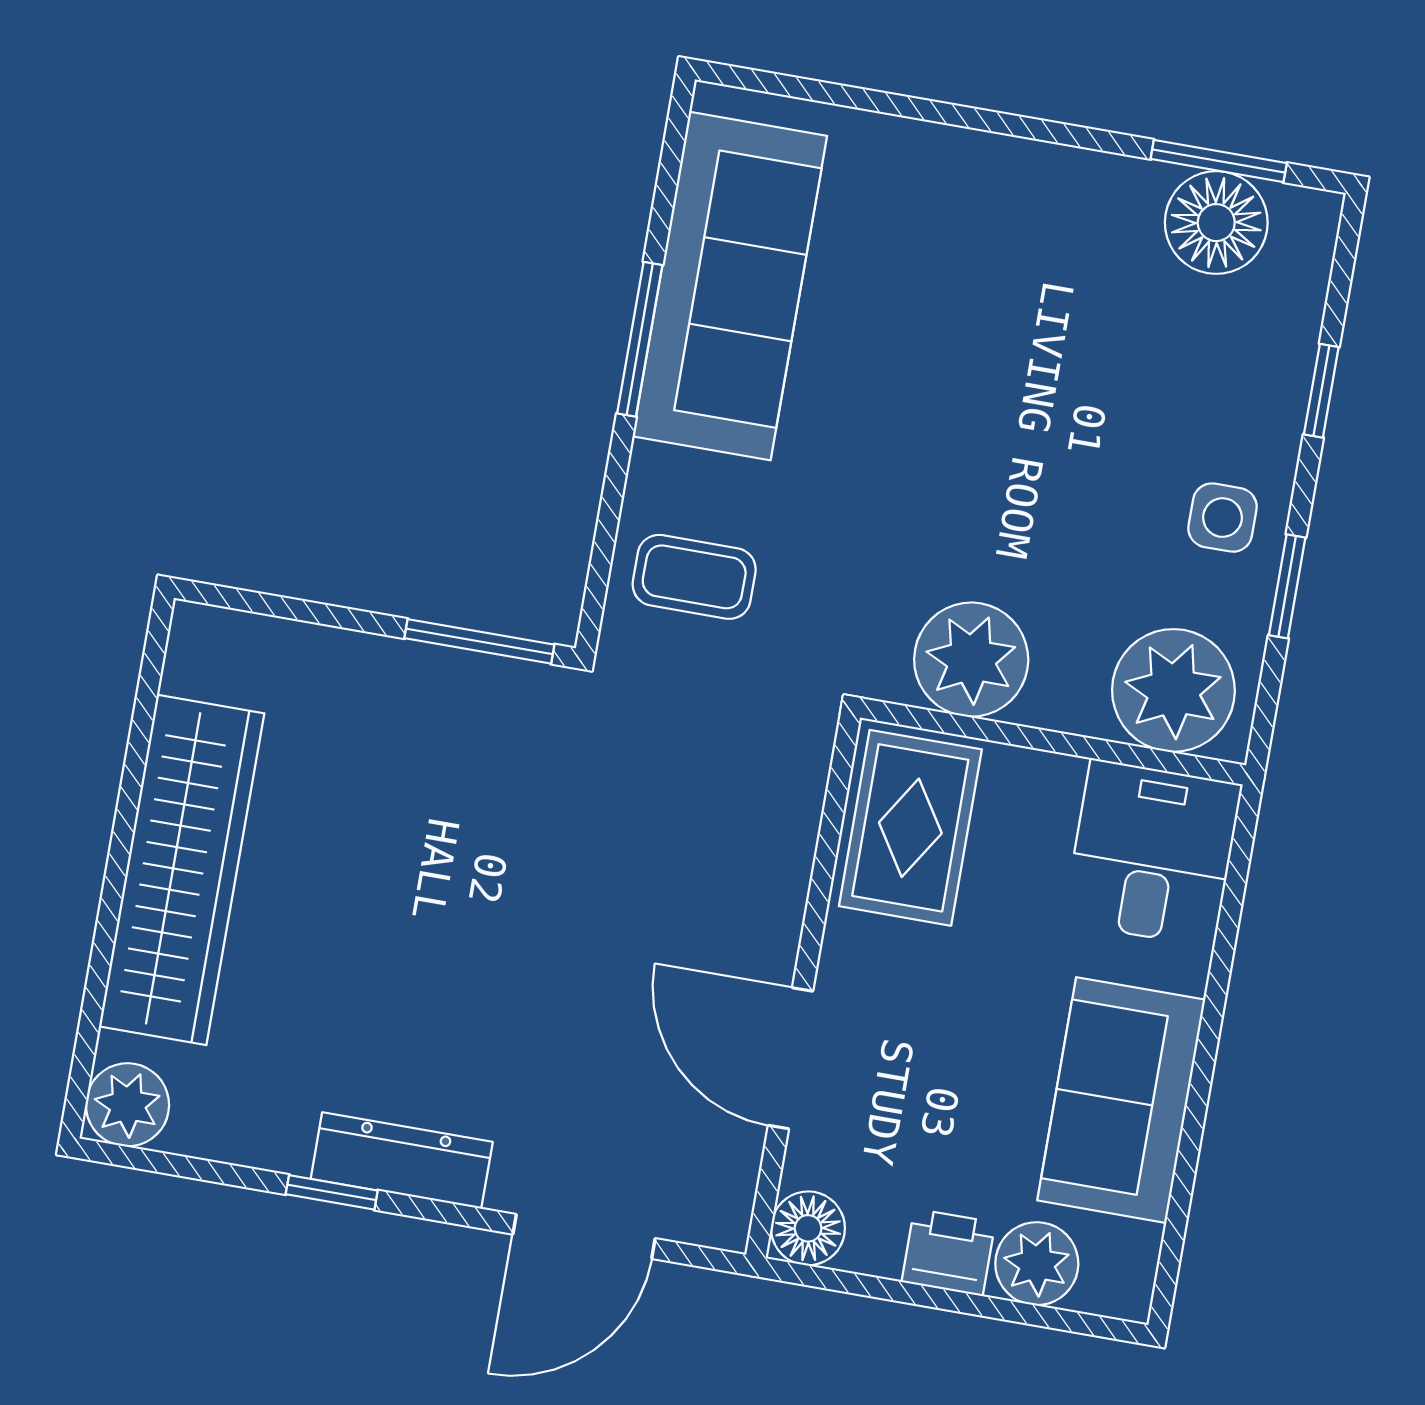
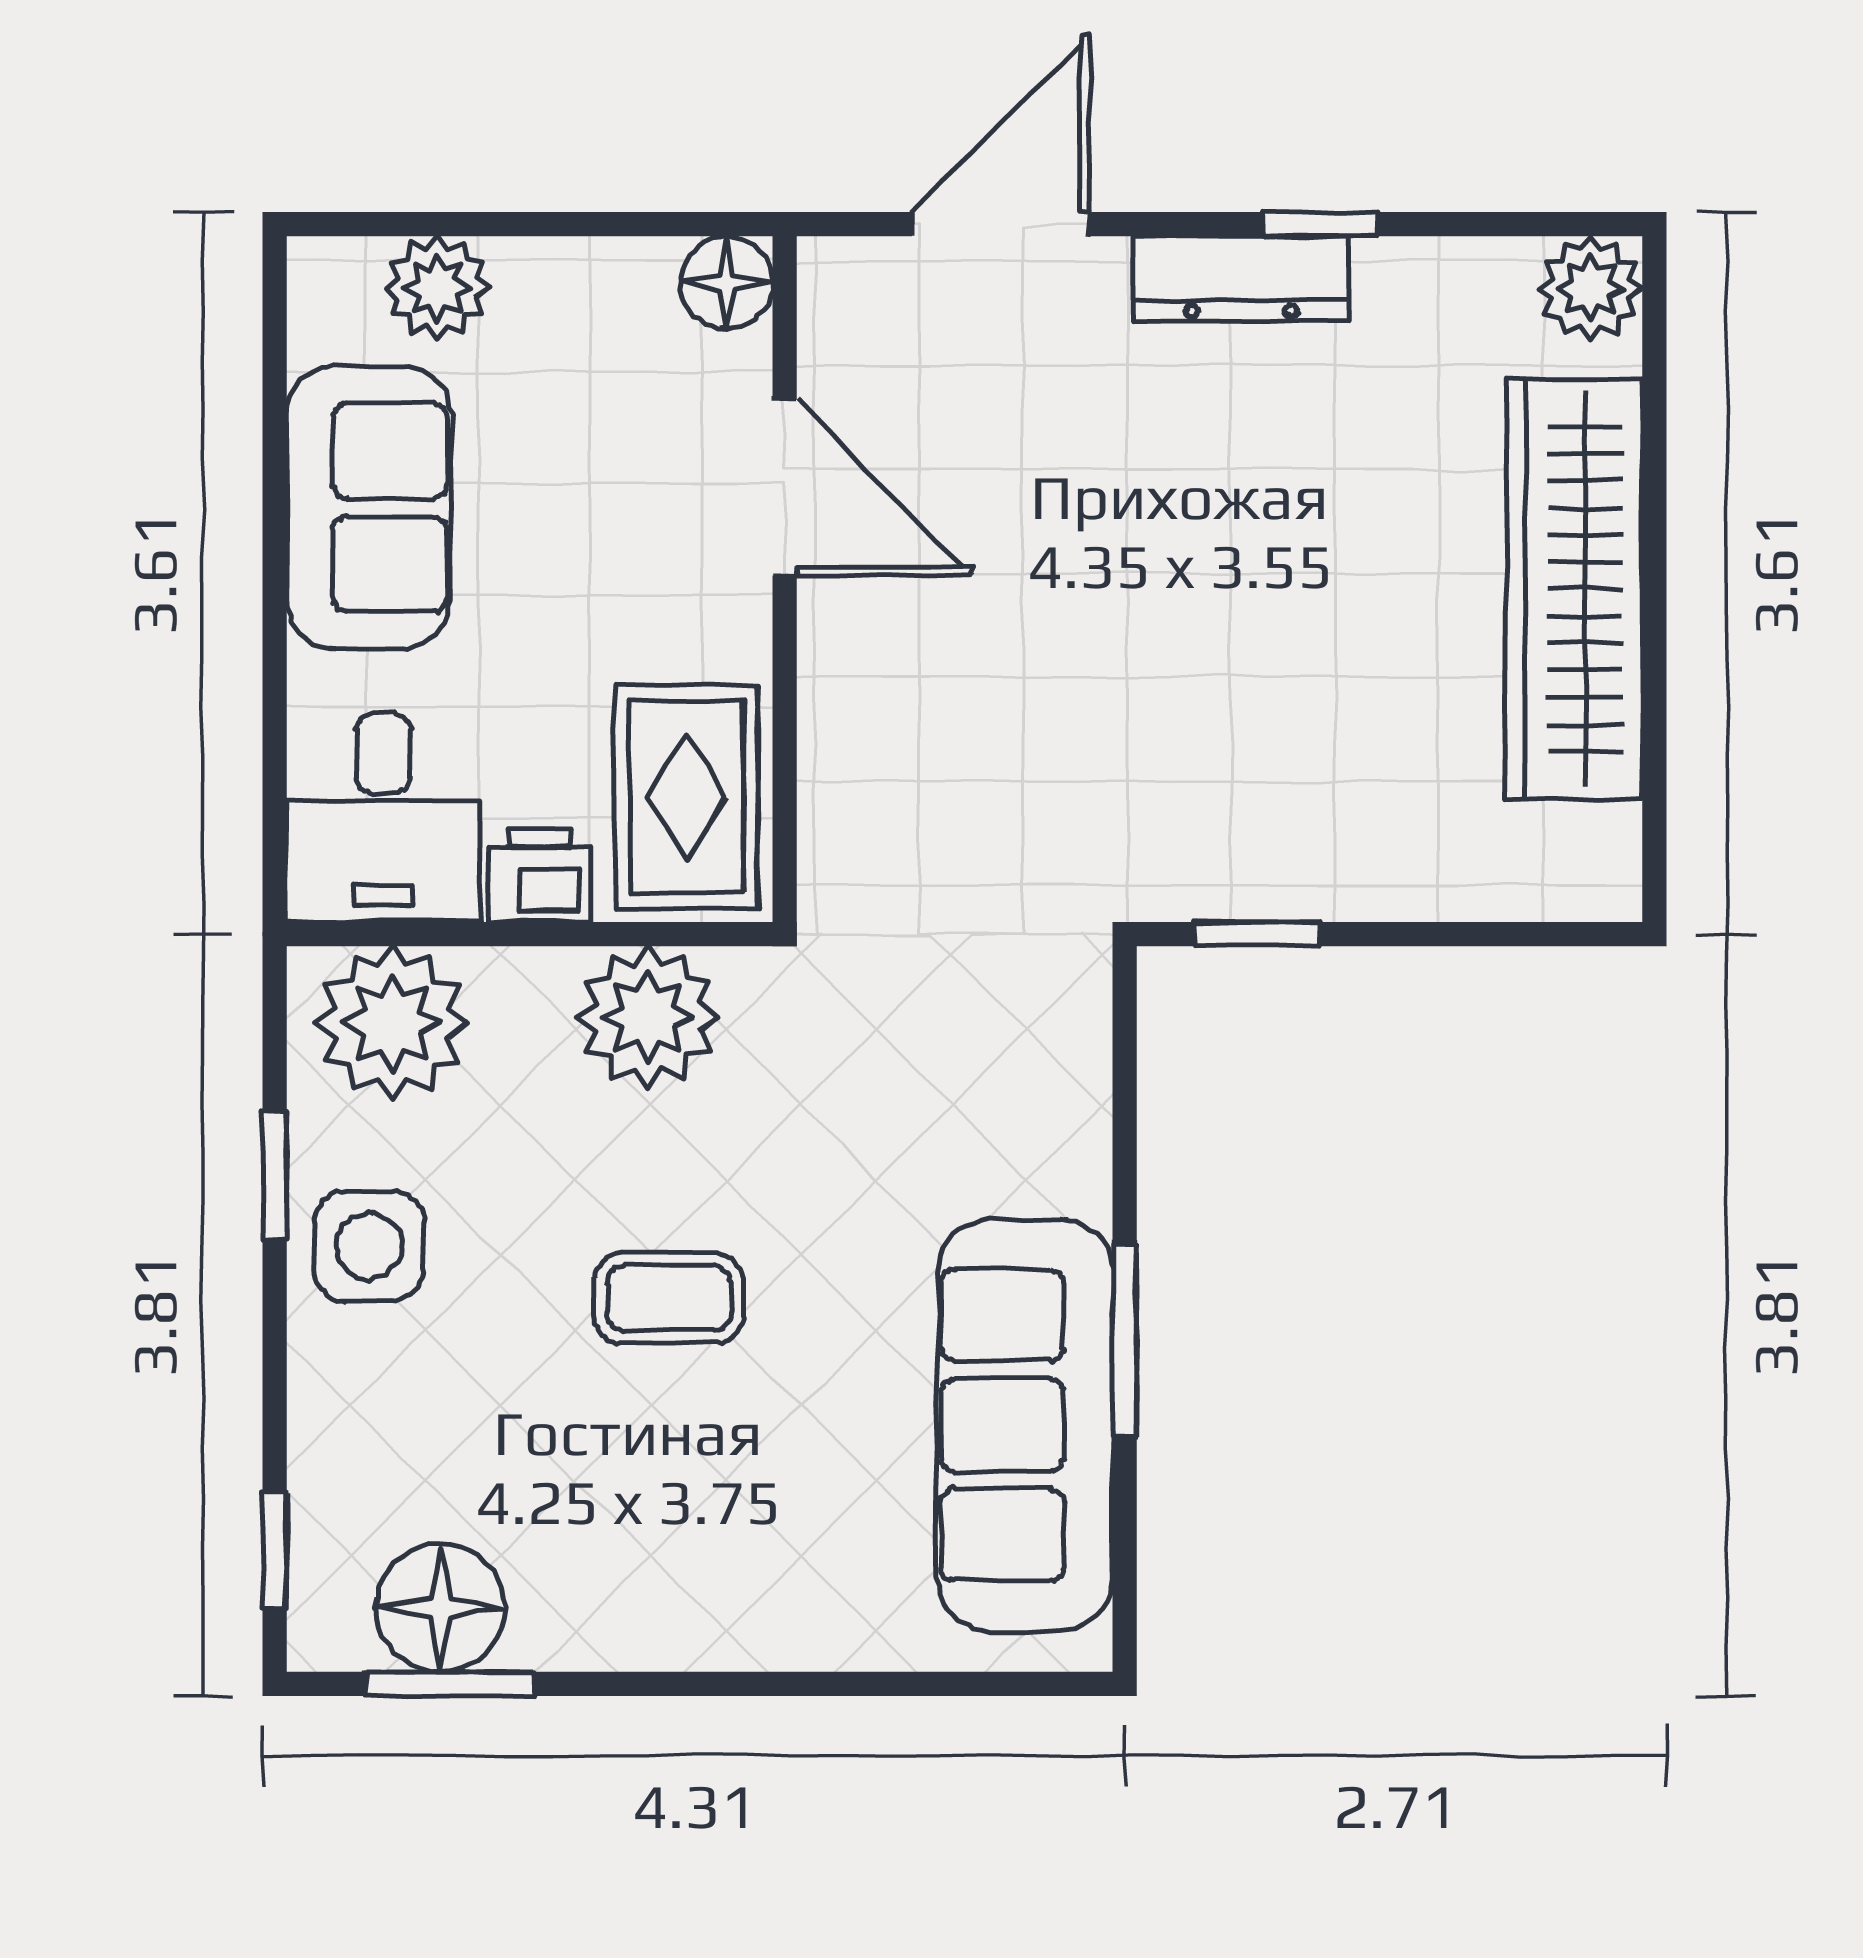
window: (1321, 391) -> (275, 1550), moved
side table: (1223, 518) -> (369, 1246), width x1.37, depth x1.37
coffee table: (694, 577) -> (669, 1298), moved
window: (479, 641) -> (1257, 934), width x0.67
printer: (948, 1252) -> (539, 875), moved, turned 180

